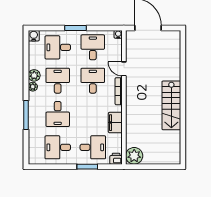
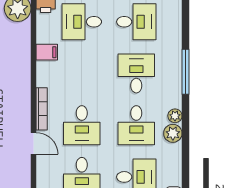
filing cabinet: (115, 123) -> (47, 52), width x0.50

